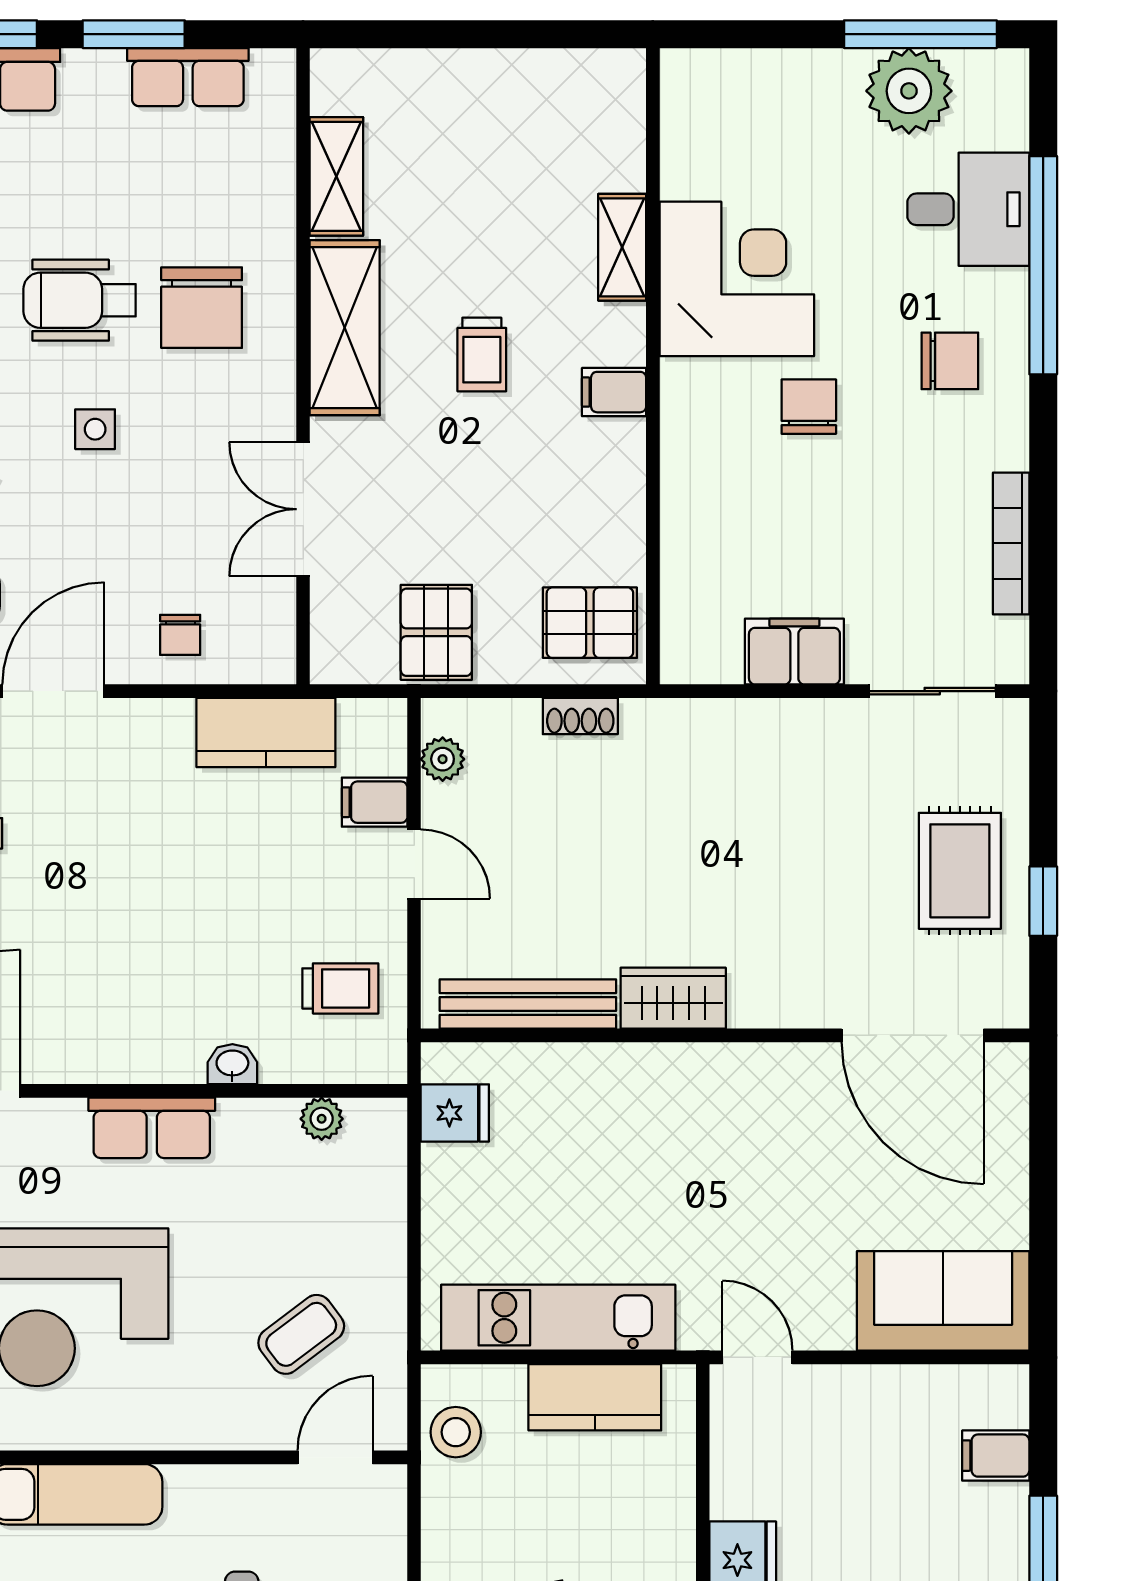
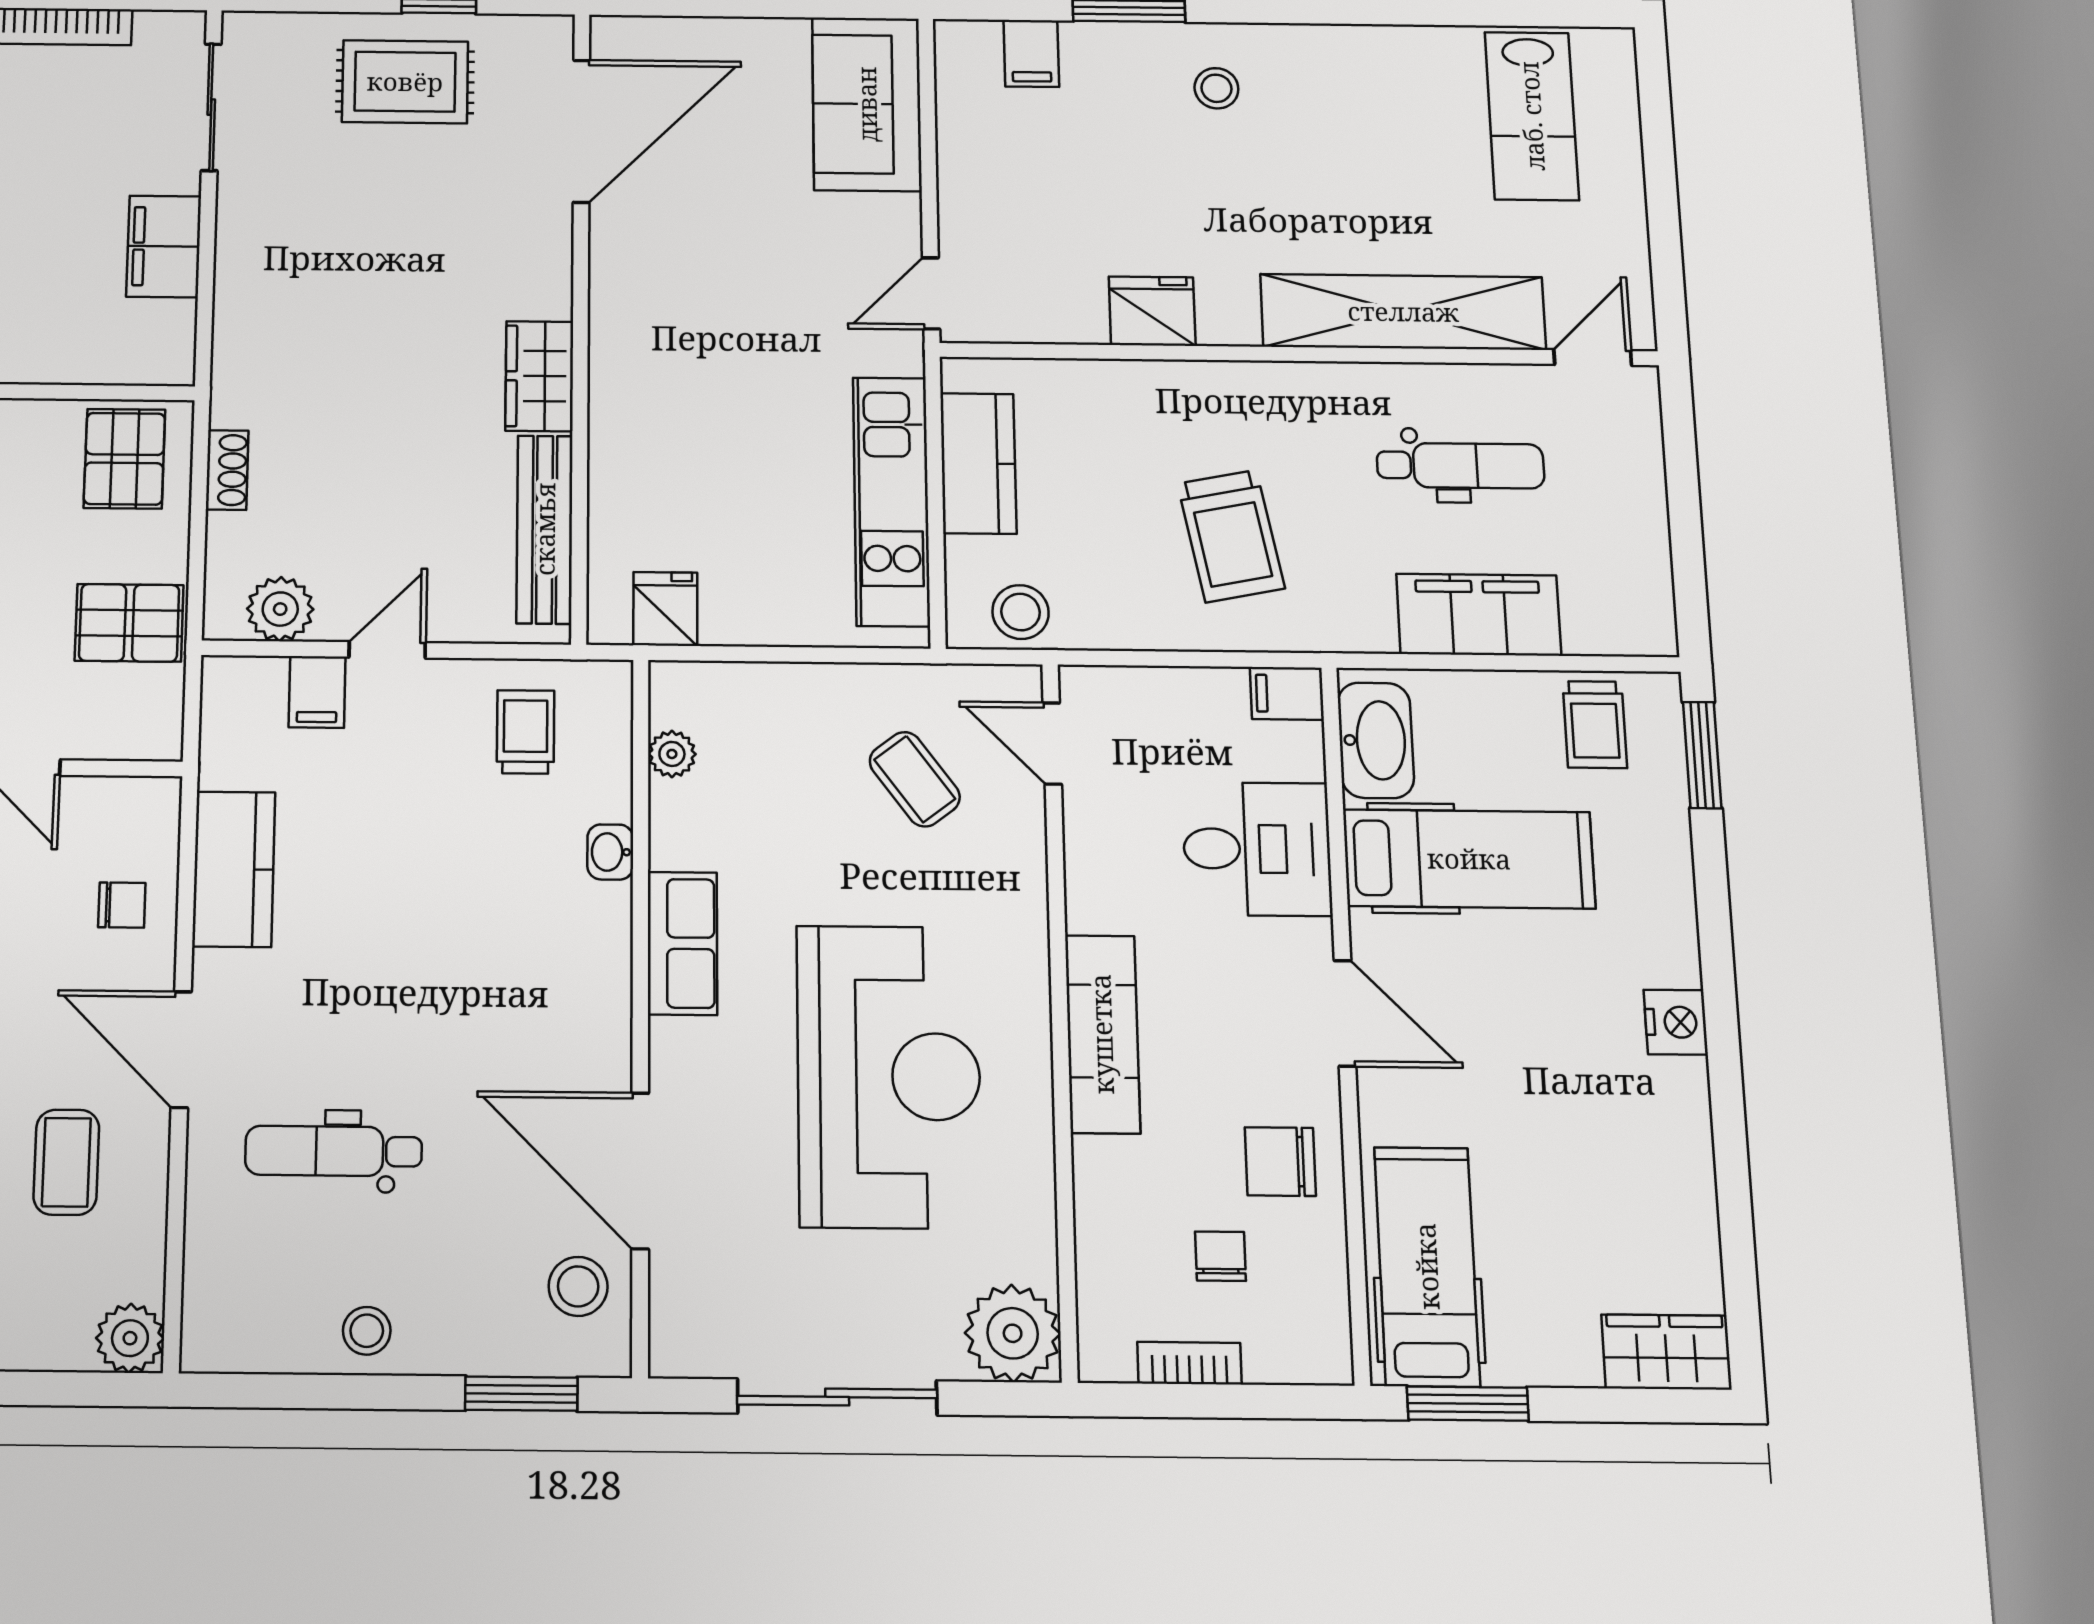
kitchen counter: (266, 732) -> (234, 869), moved
plant: (443, 759) -> (280, 609), width x1.38, depth x1.38

